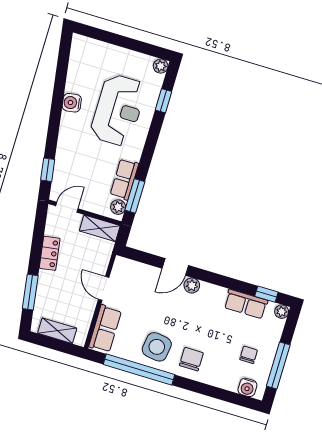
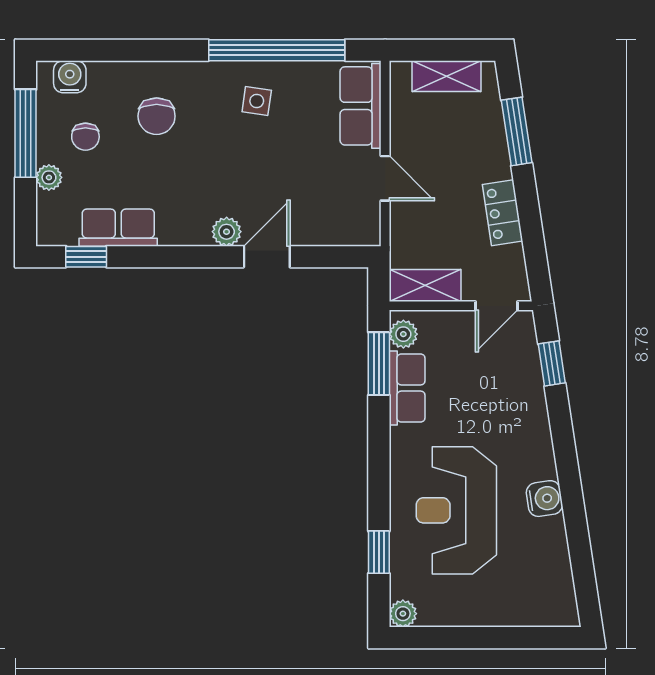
plant: (282, 312) -> (49, 177), moved
side table: (157, 347) -> (257, 101), width x0.54, depth x0.54
chair: (191, 359) -> (157, 116), moved

